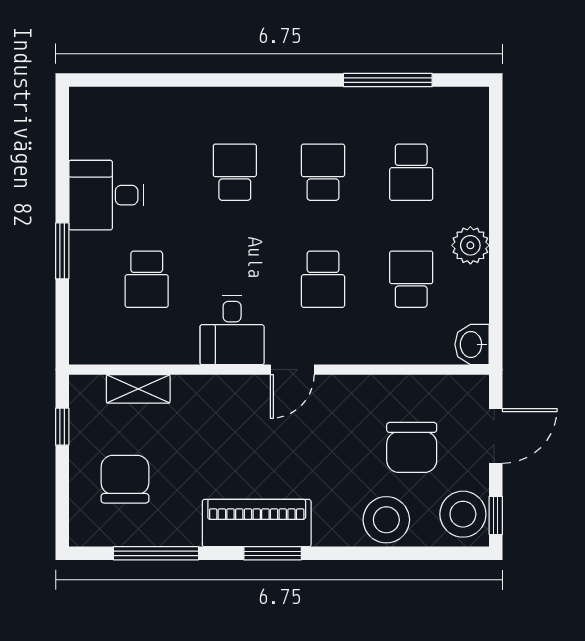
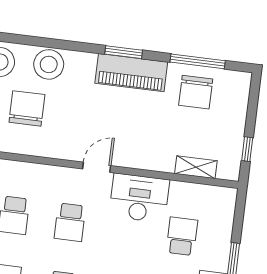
school desk: (323, 279) -> (70, 222), turned 180
desk: (232, 330) -> (139, 198), width x1.37
chair: (125, 479) -> (196, 92), moved

